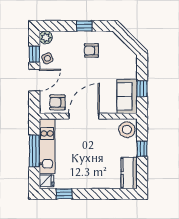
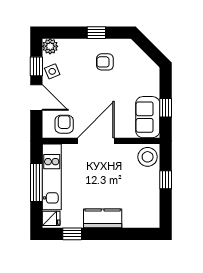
door: (34, 80) -> (36, 97), hinge flipped
armchair: (57, 102) -> (64, 124), turned 90
kitchen counter: (129, 173) -> (103, 218), moved, turned 90

